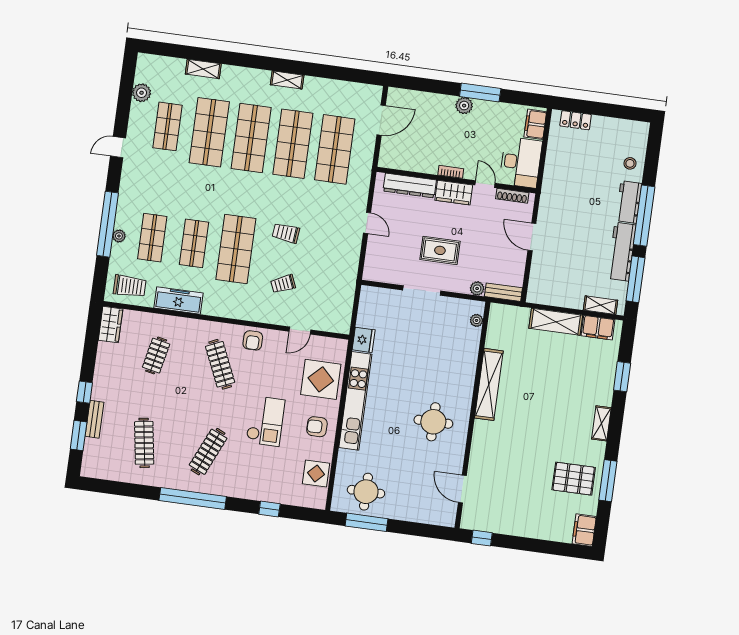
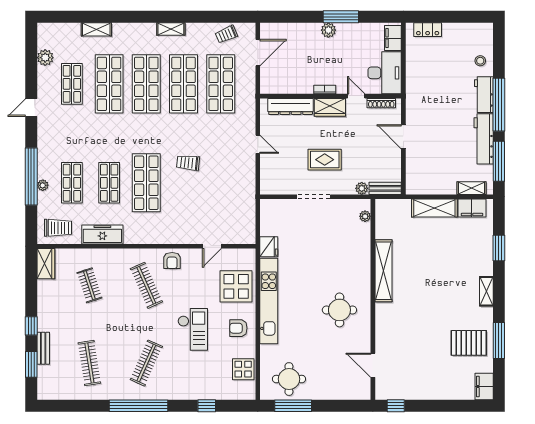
trolley: (283, 284) -> (226, 34), moved
clothes rail: (156, 356) -> (89, 285), turned -30

